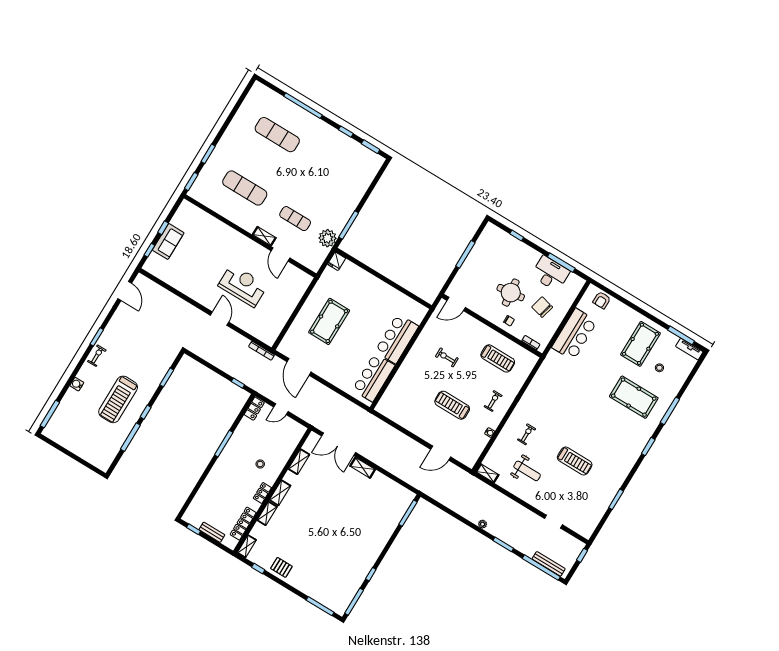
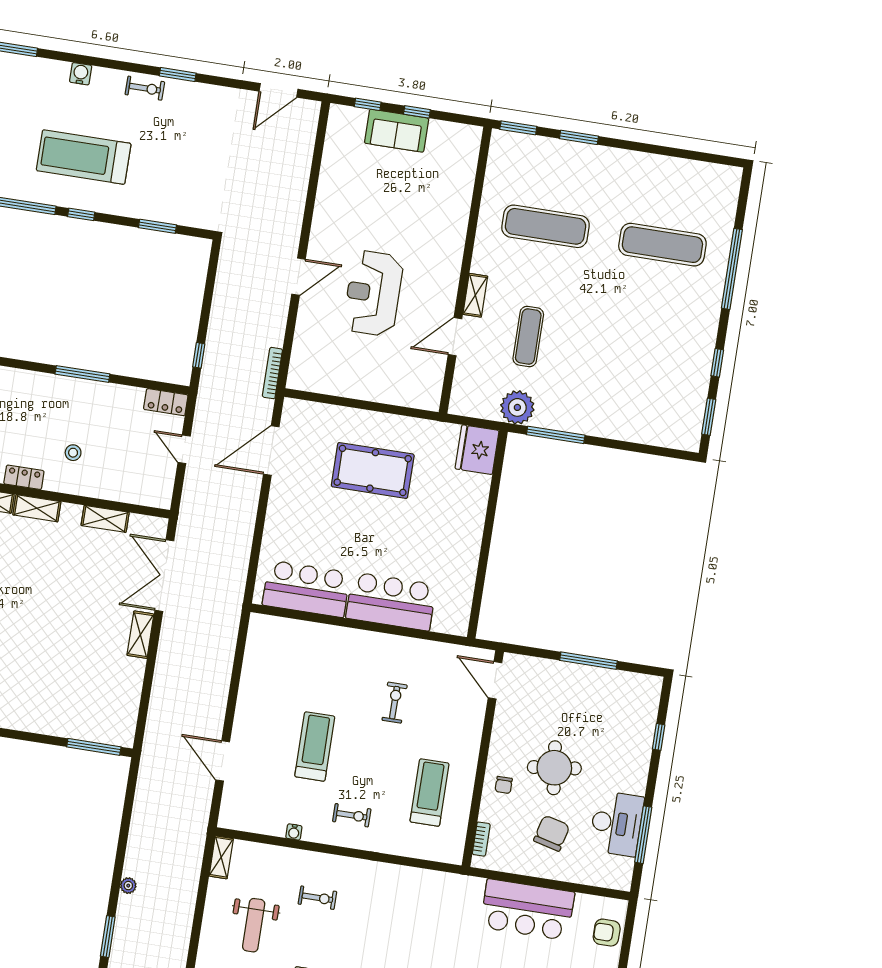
exercise mat: (277, 135) -> (662, 245), turned 90
exercise mat: (245, 188) -> (546, 226), turned 90
fridge: (337, 261) -> (477, 450), width x1.88, depth x1.34
reception desk: (243, 286) -> (373, 293), turned 180
treadmill: (498, 358) -> (430, 793), turned 180

